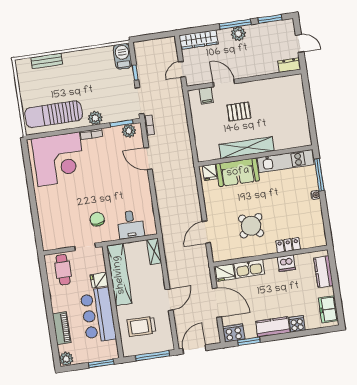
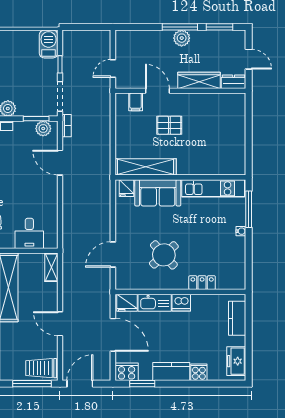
wardrobe: (198, 40) -> (199, 80), moved, turned 180
shelving: (247, 148) -> (146, 167), moved
dishwasher: (286, 263) -> (181, 303), moved
door: (169, 300) -> (60, 324), swing flipped
trolley: (141, 326) -> (41, 368), moved

